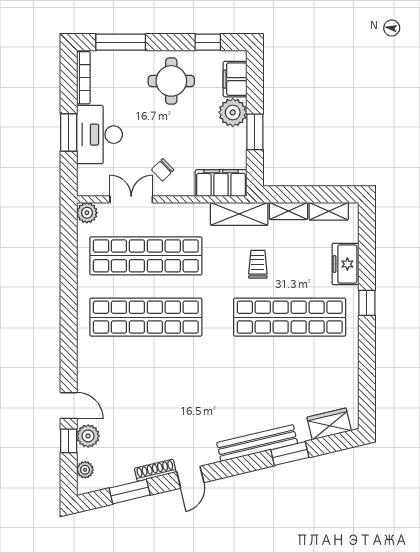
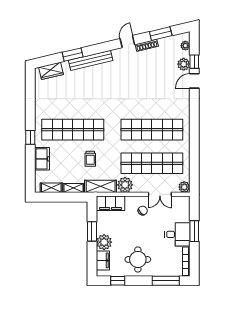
desk: (99, 135) -> (177, 234), width x0.73
plant: (195, 216) -> (125, 185), added
door: (69, 406) -> (194, 81), hinge flipped

